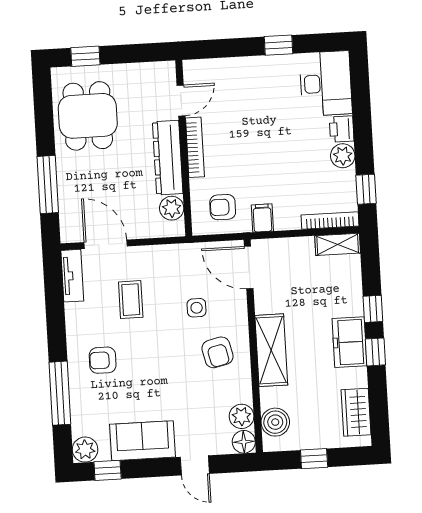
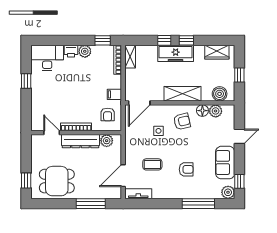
freezer: (350, 342) -> (176, 53), width x1.40
armchair: (103, 360) -> (186, 169), moved, turned -90
floor lamp: (244, 442) -> (202, 111), moved

